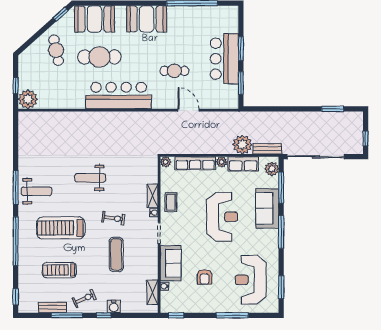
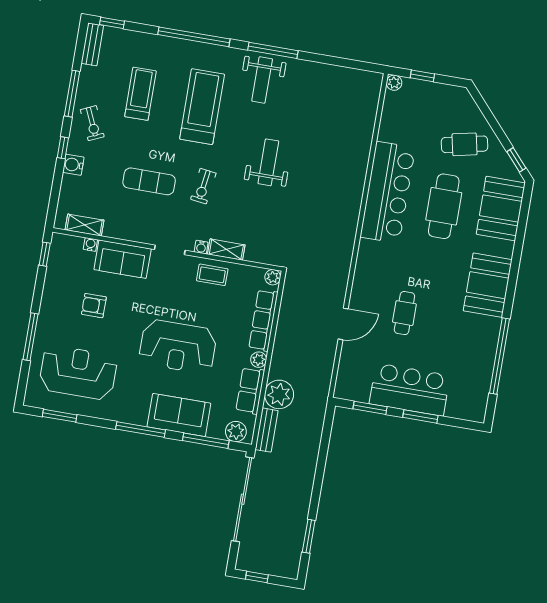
bar counter: (119, 96) -> (388, 192), moved
plant: (28, 99) -> (394, 83), width x0.53, depth x0.53
bench: (52, 307) -> (92, 44), moved

